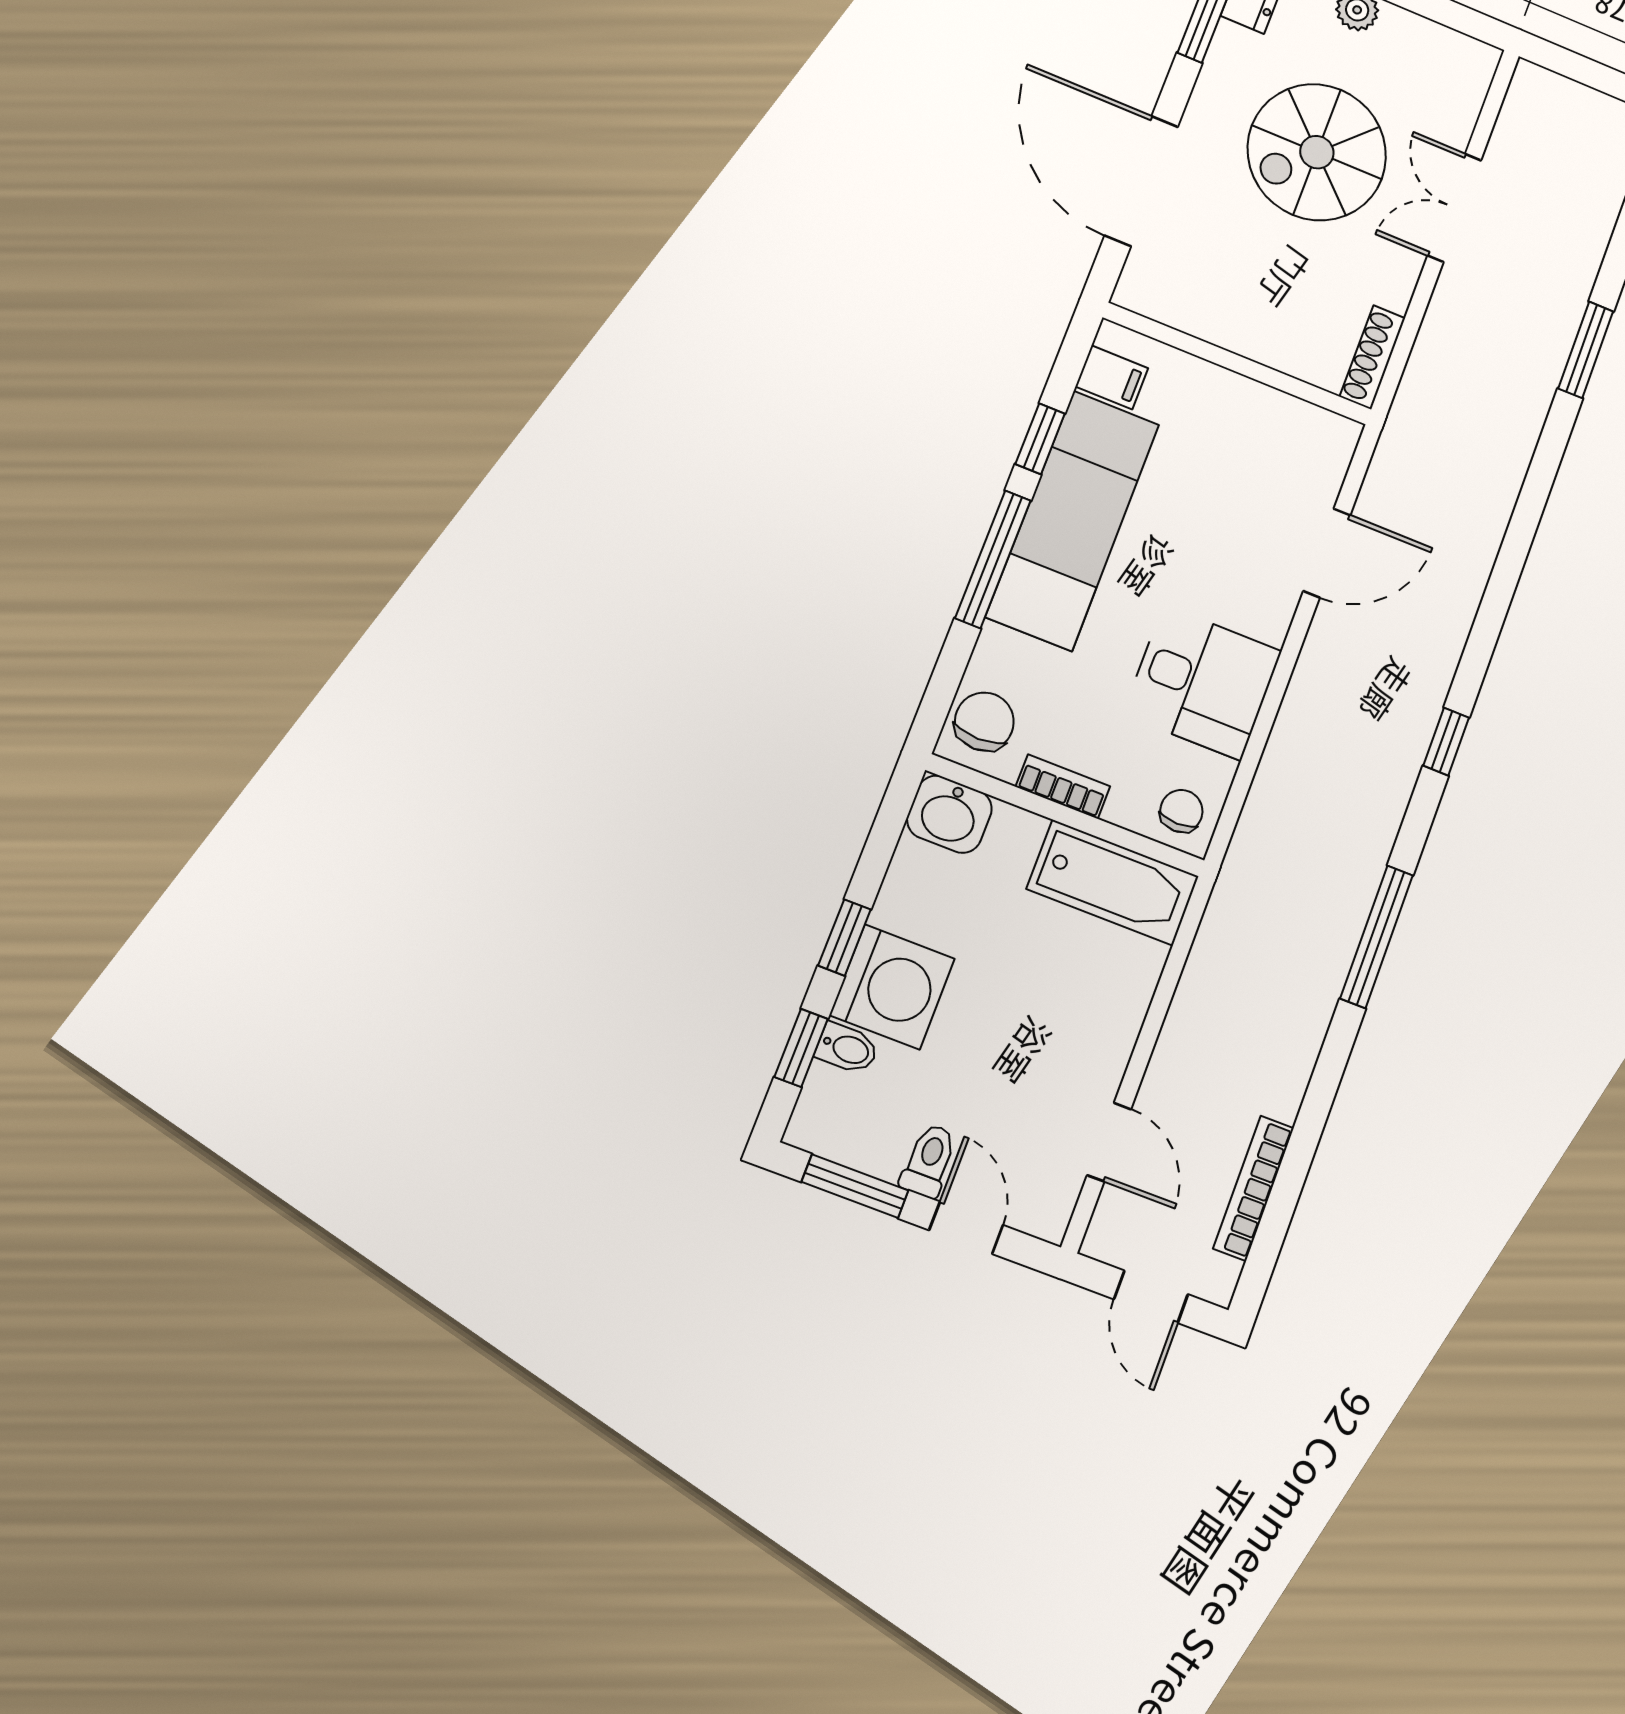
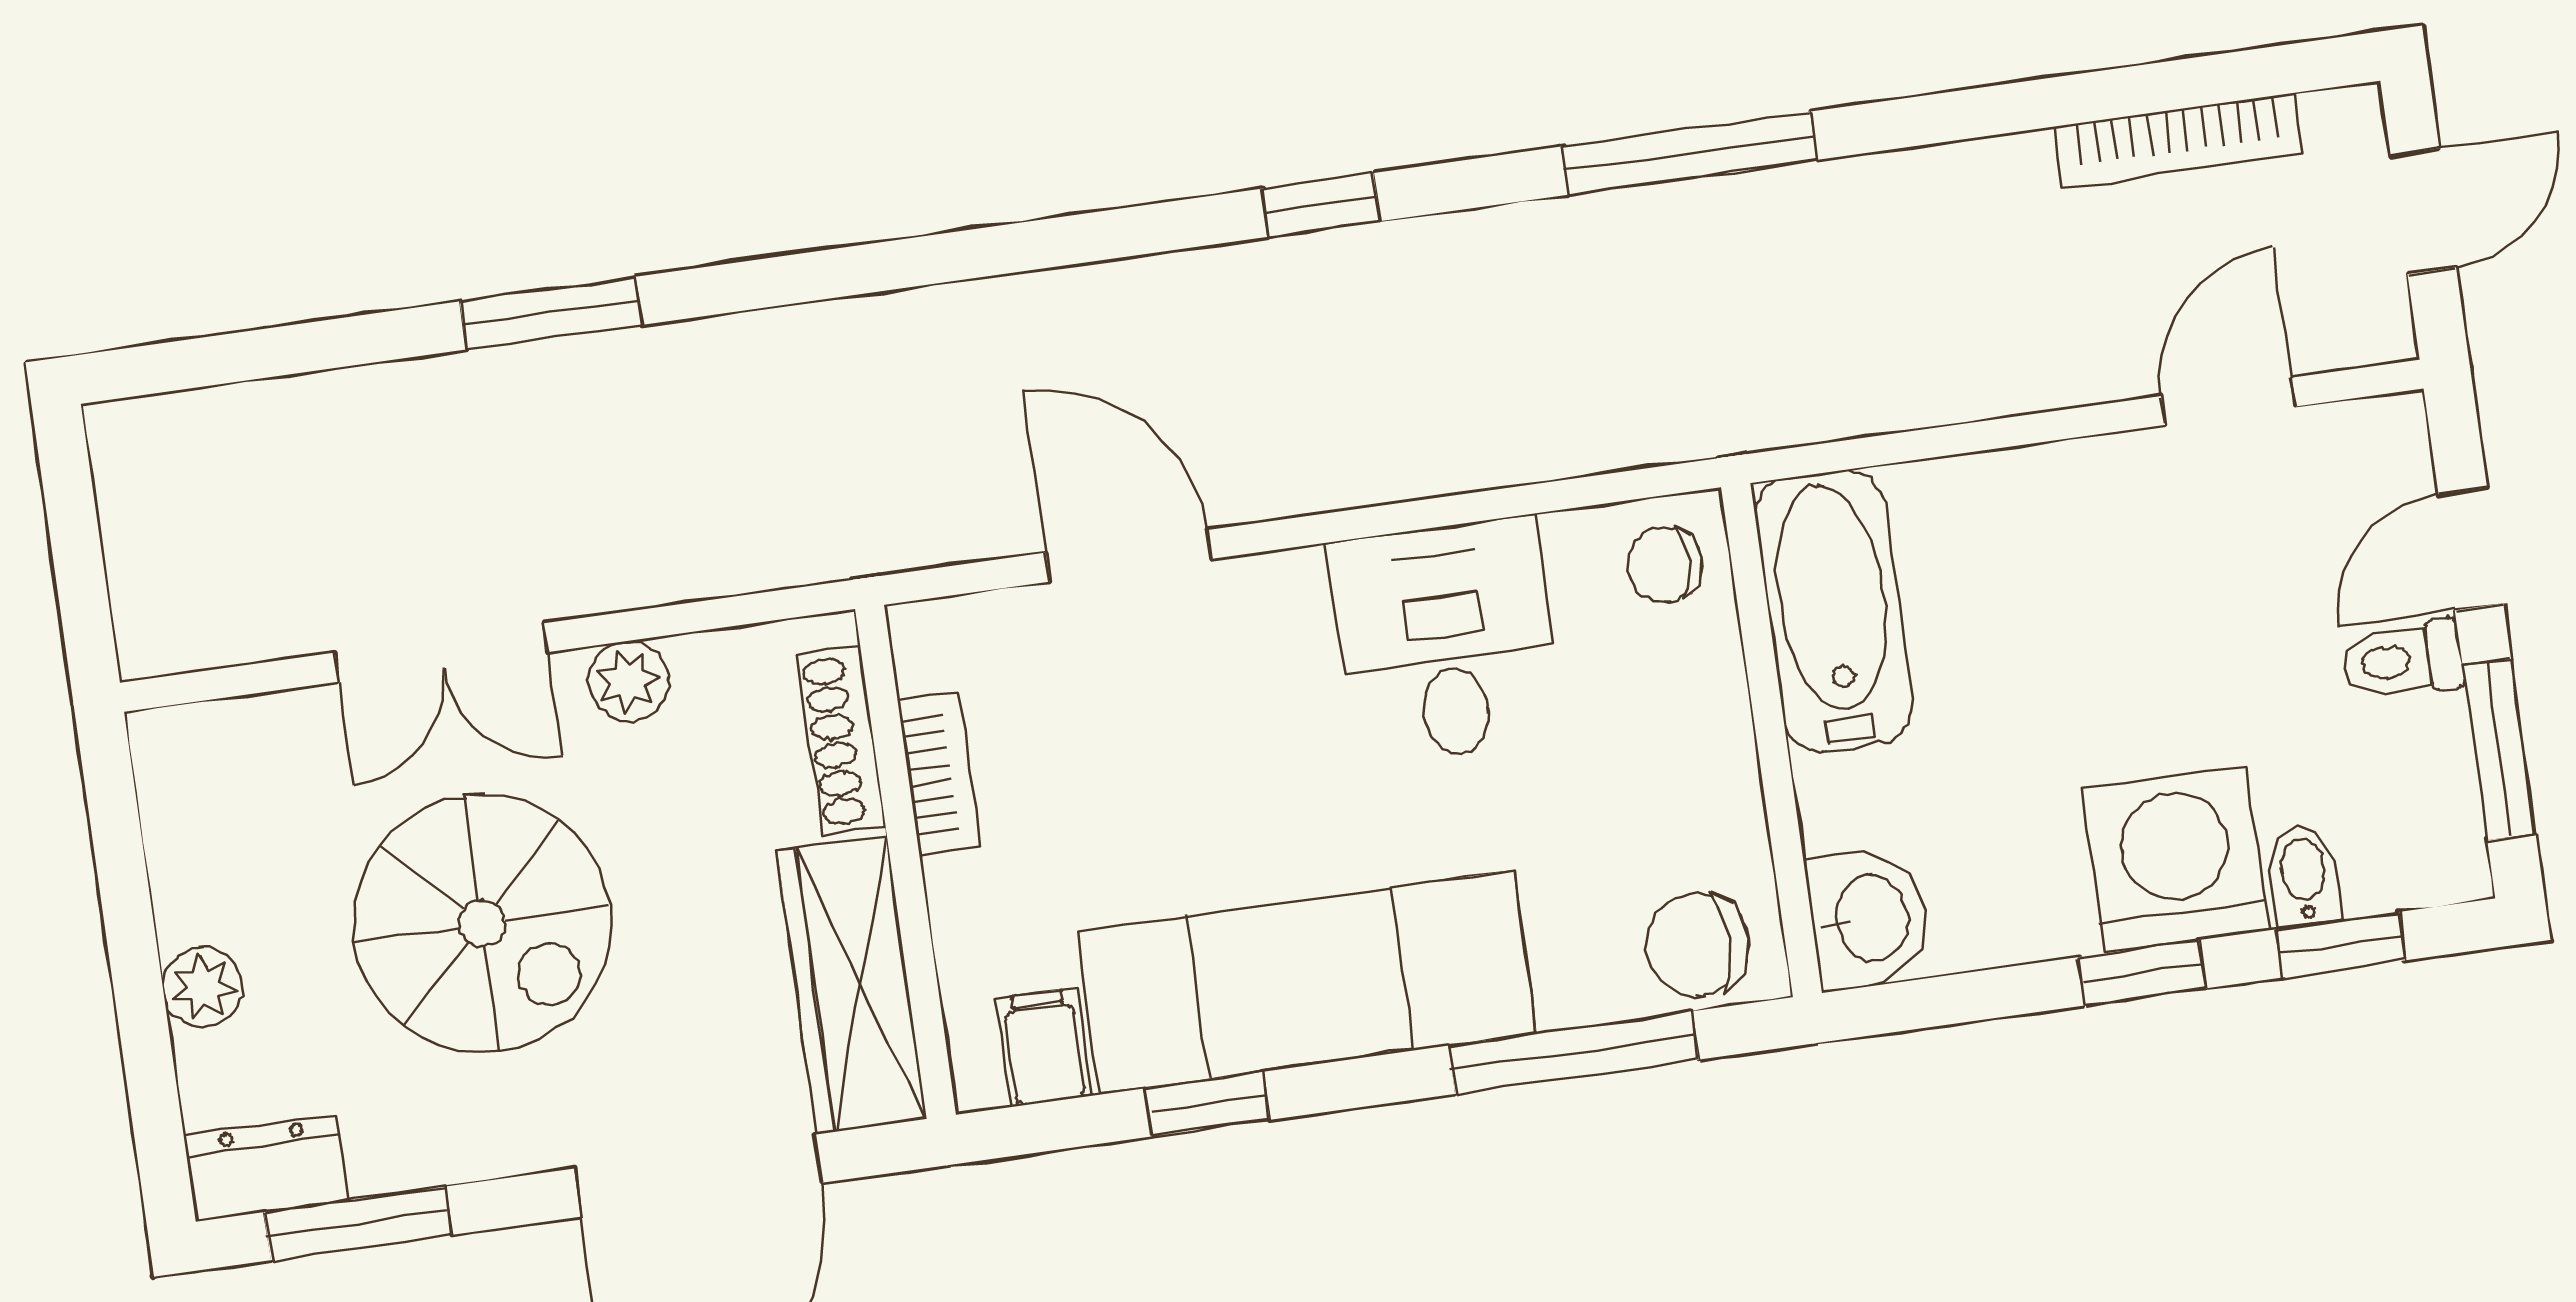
plant: (1394, 285) -> (628, 681), added
wardrobe: (1193, 305) -> (852, 985), added
shoe rack: (1372, 357) -> (842, 740), moved, turned 90
window: (993, 559) -> (1573, 1053), moved
bookcase: (1063, 787) -> (939, 773), moved, turned 180

